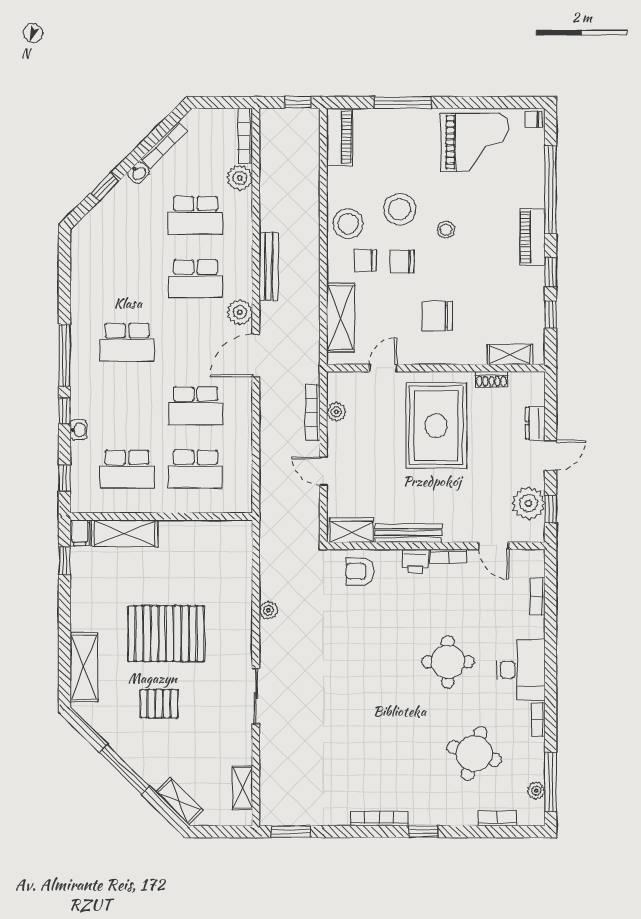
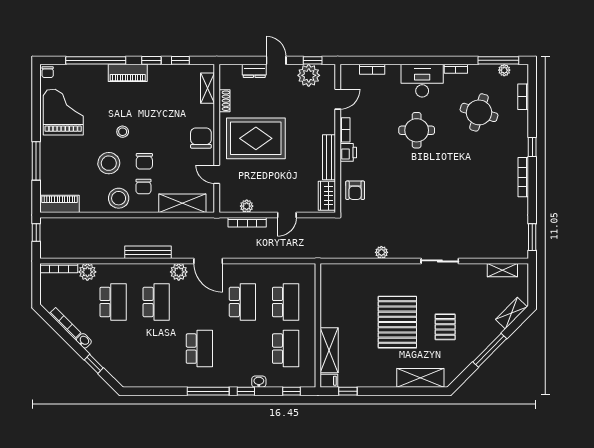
chair: (437, 316) -> (201, 138), moved, turned 180

